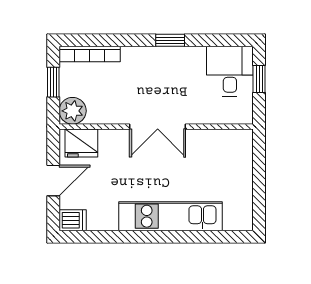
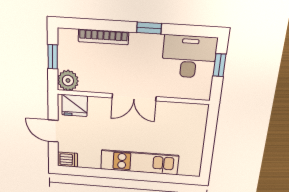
bookcase: (90, 54) -> (103, 37), moved
desk: (230, 71) -> (189, 57), width x1.37
door: (53, 180) -> (53, 131), swing flipped

